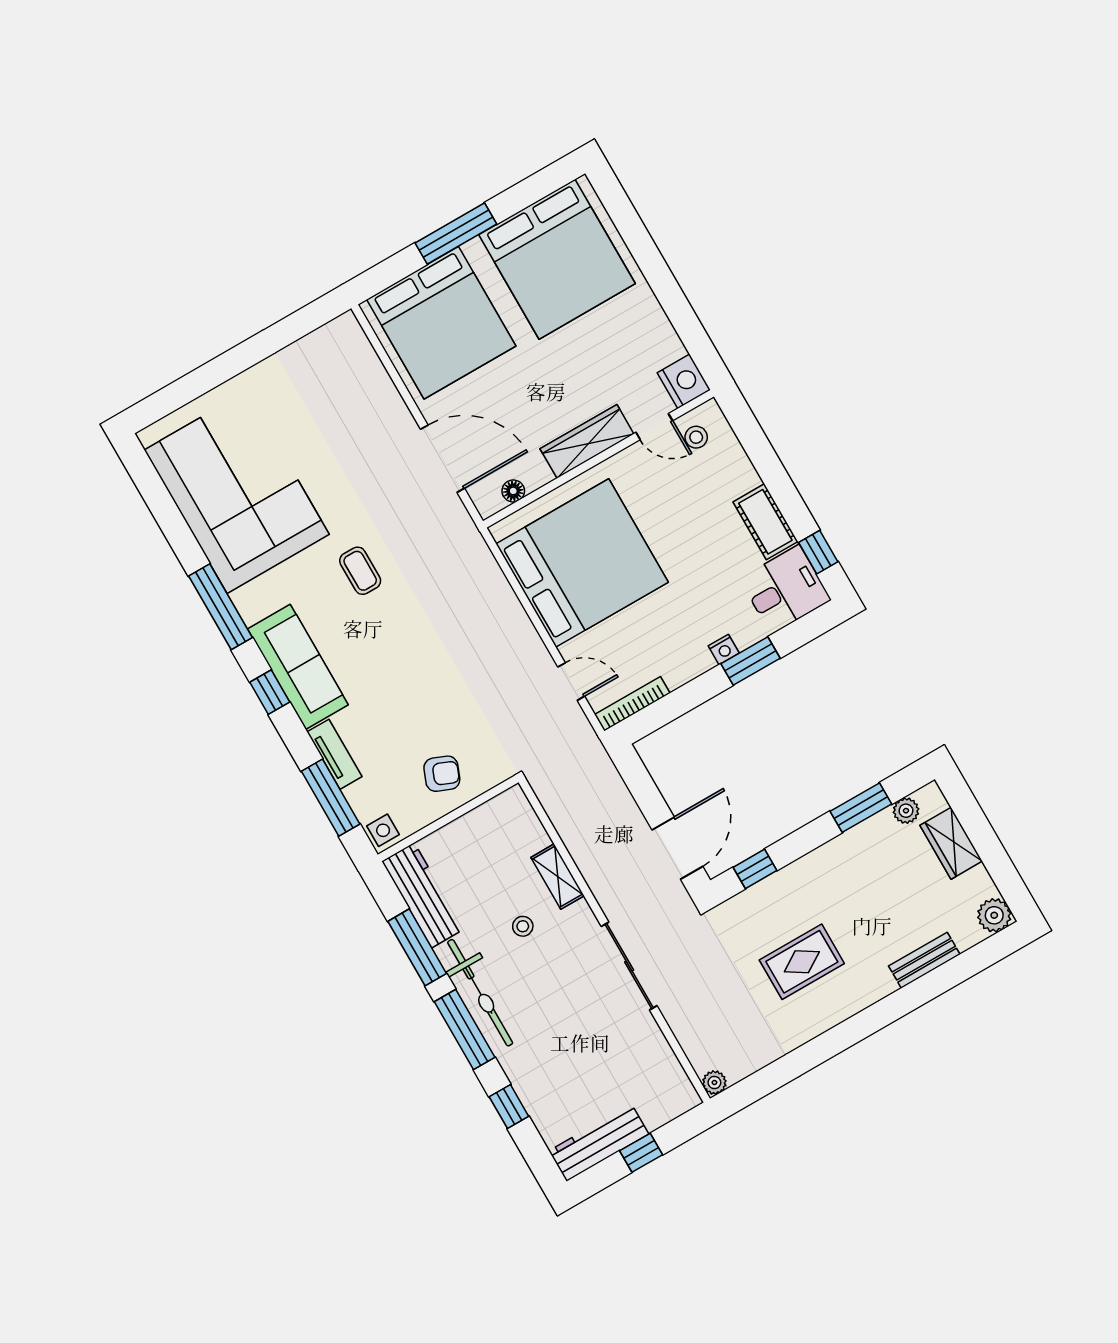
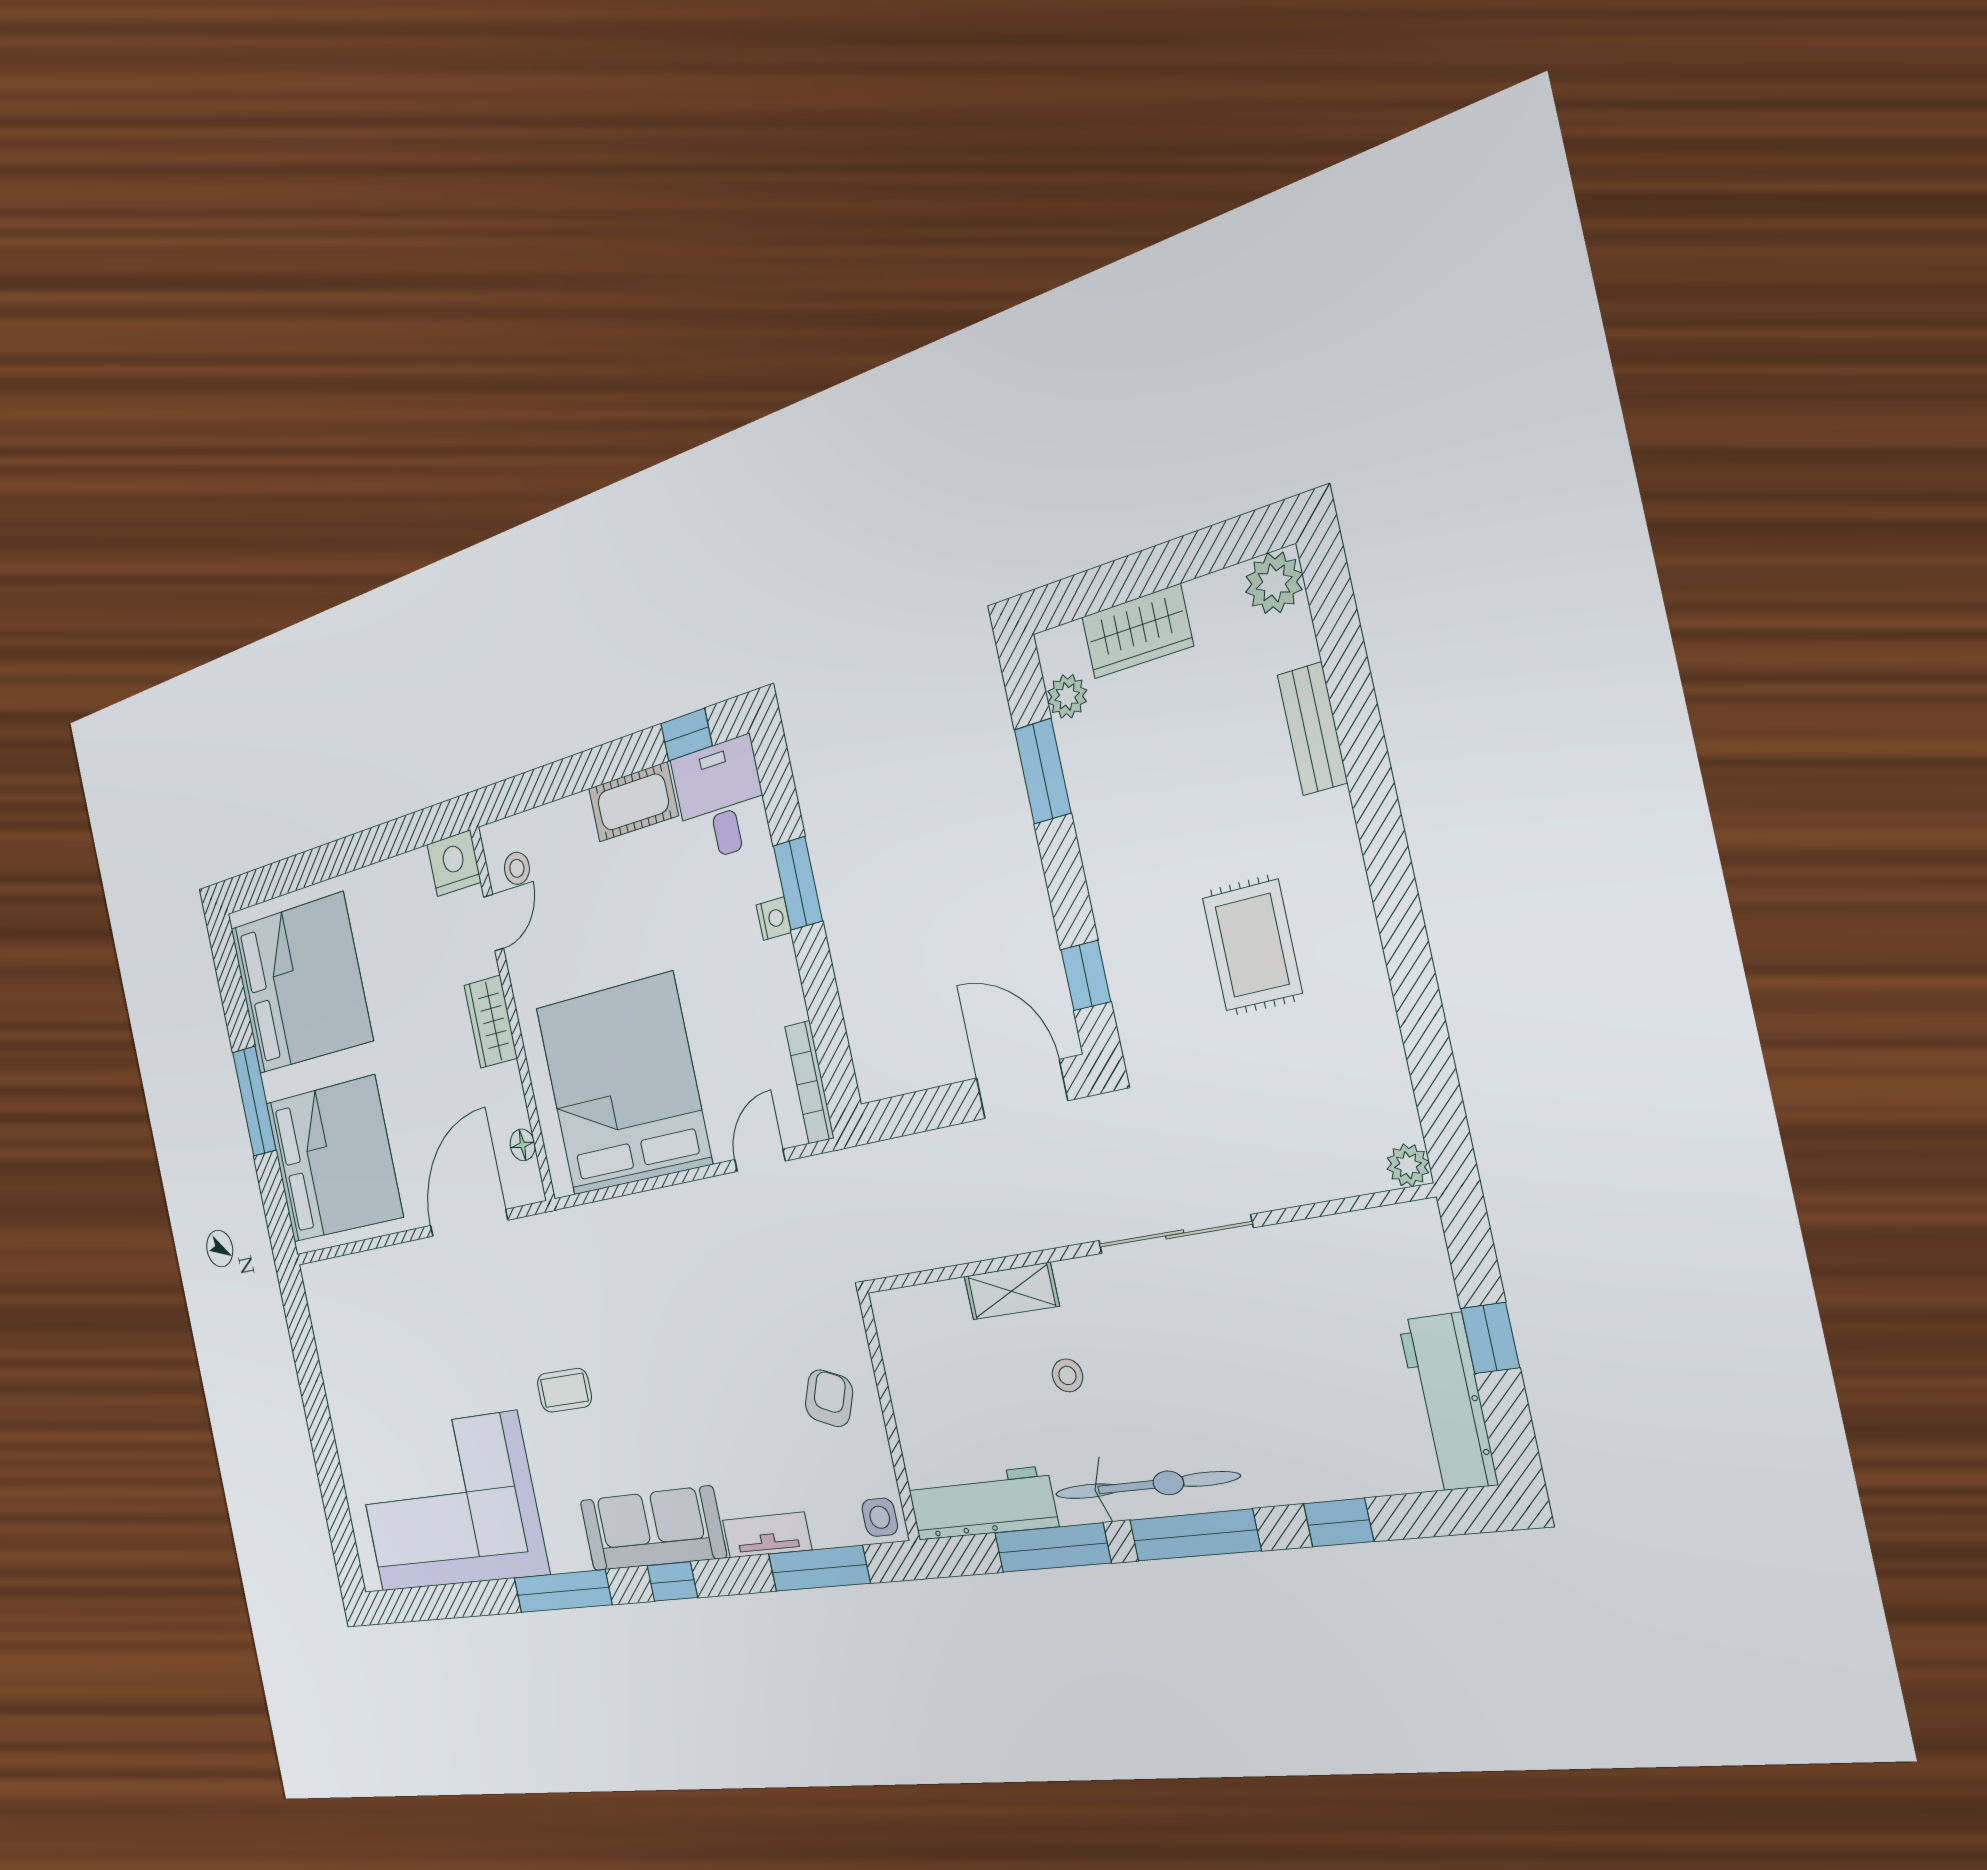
wardrobe: (587, 441) -> (490, 1022), width x0.67

